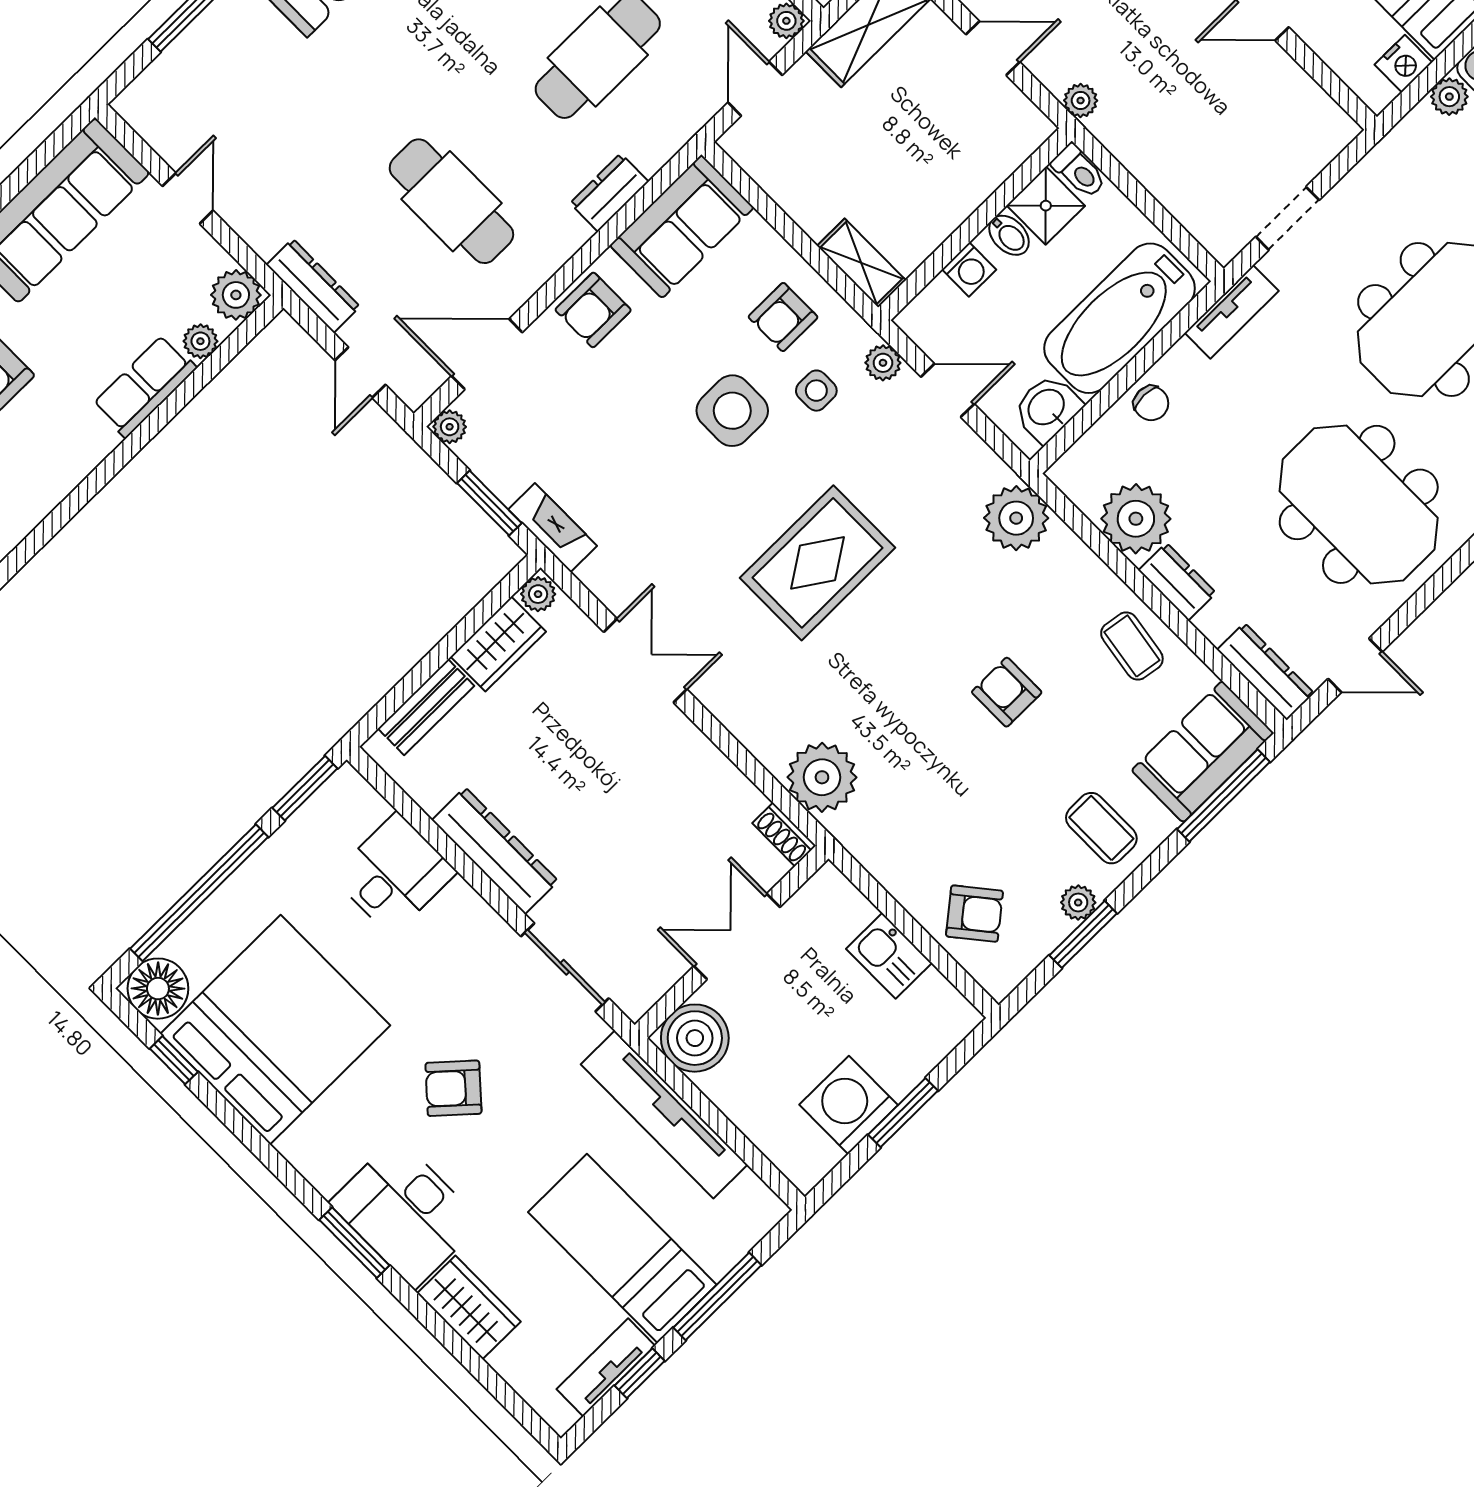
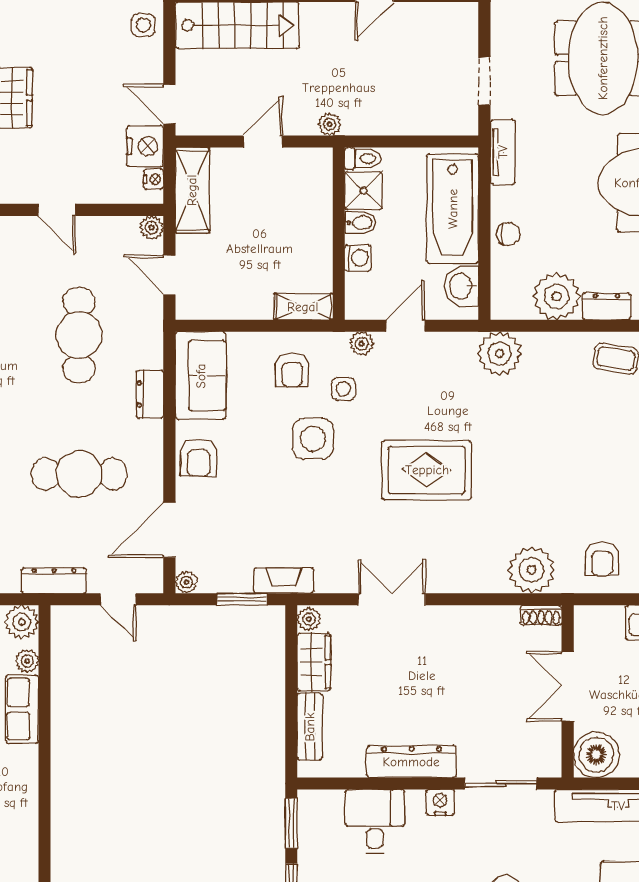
rug: (818, 563) -> (427, 470), turned 90
armchair: (1007, 692) -> (602, 559), moved, turned -90
nightstand: (482, 923) -> (440, 802), added

